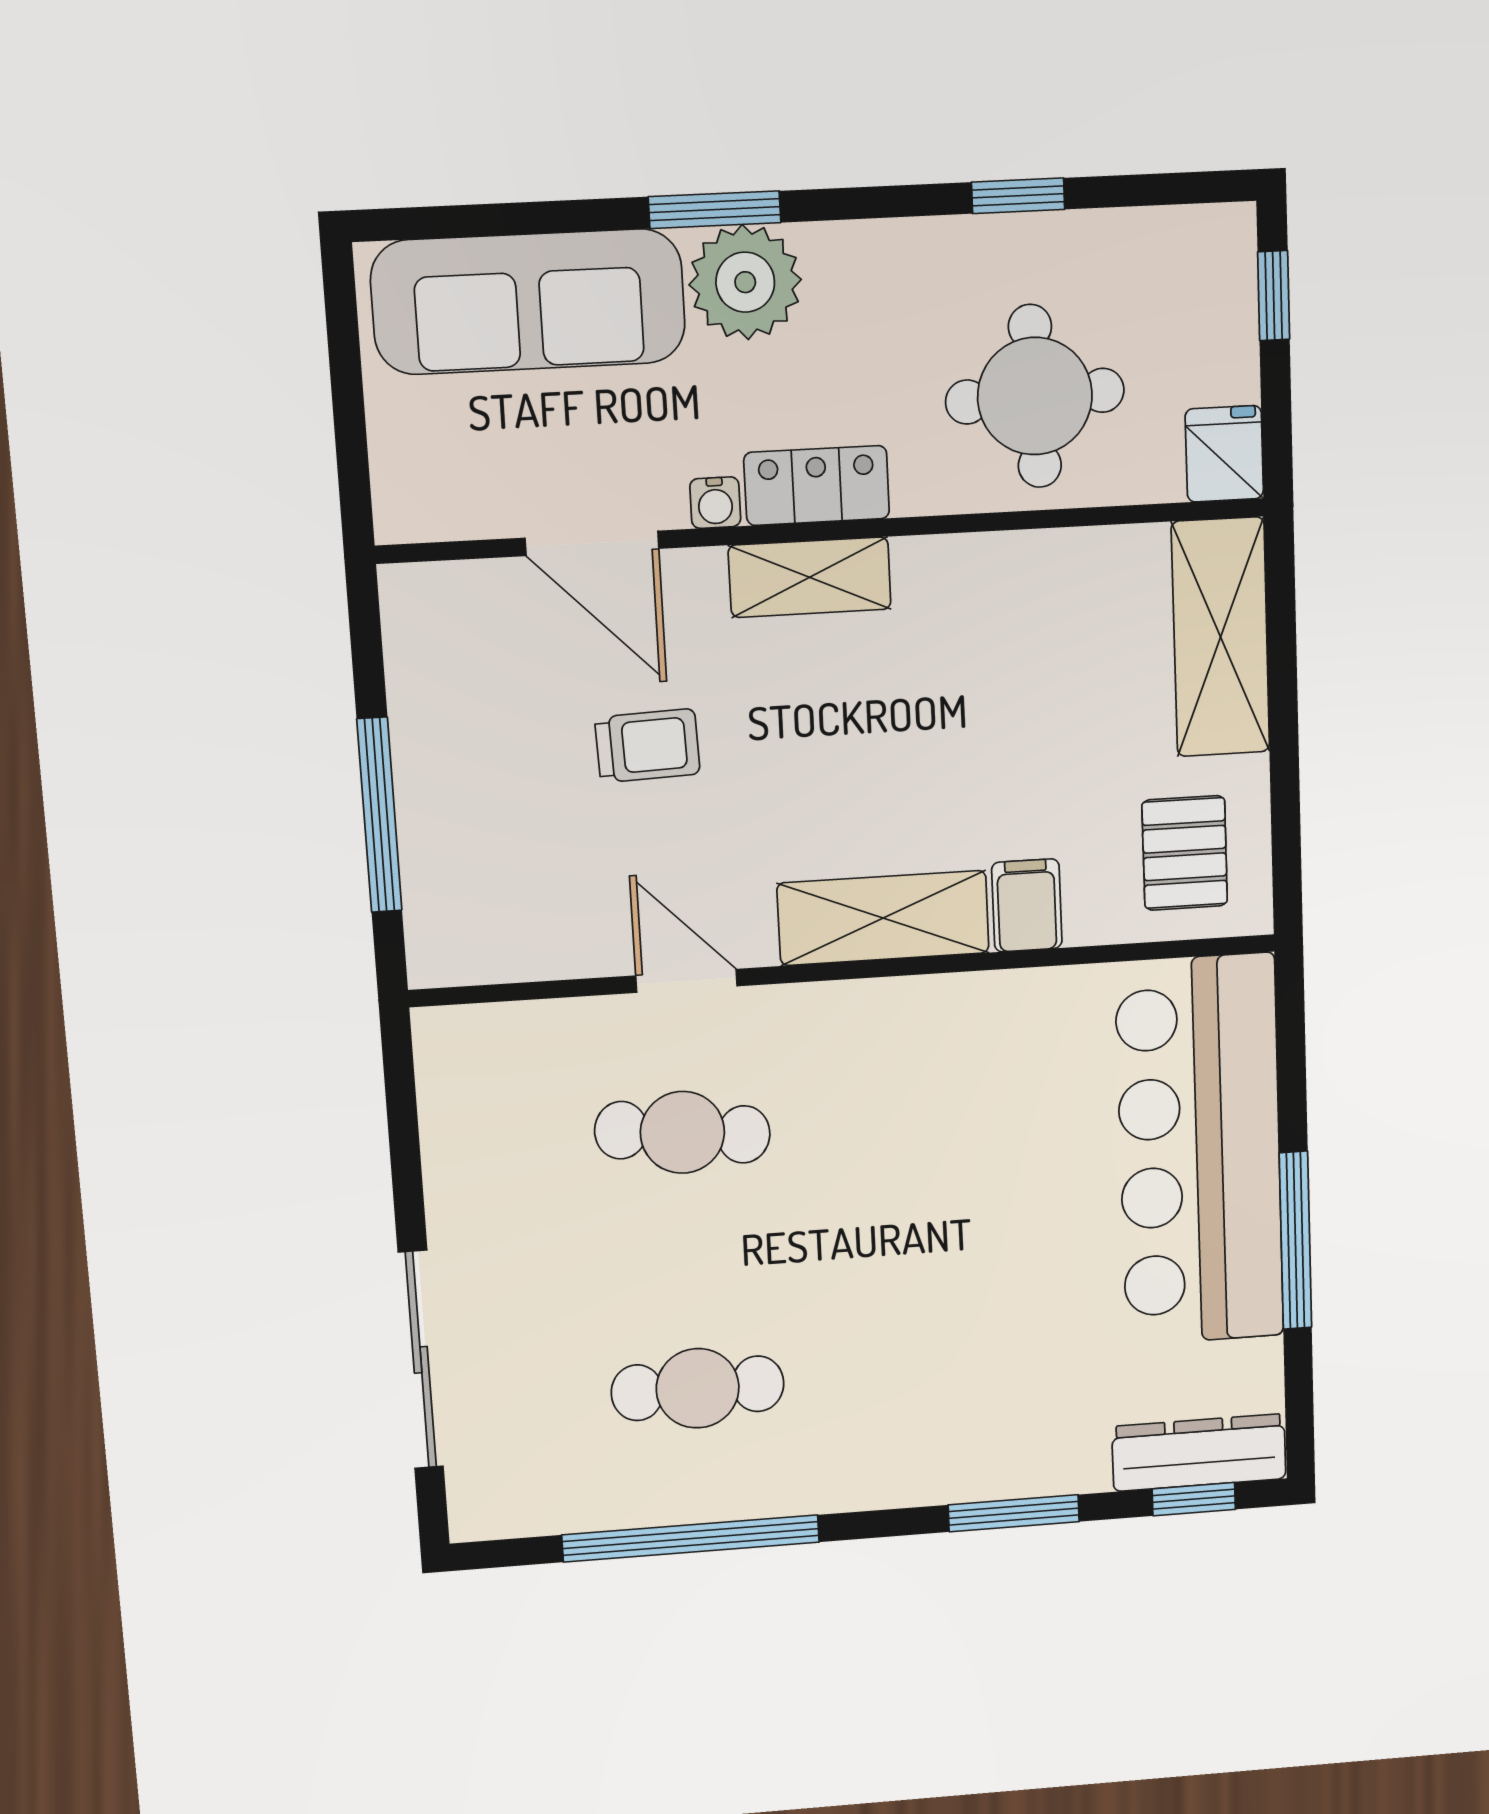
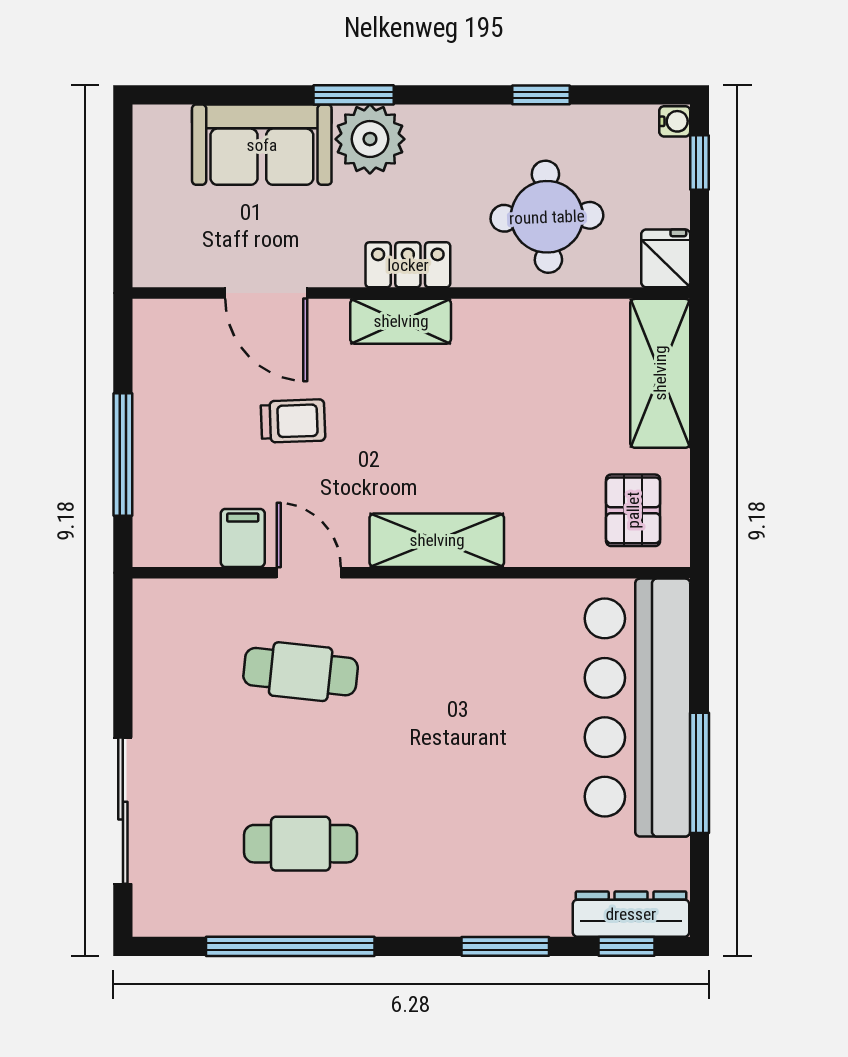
sofa: (528, 302) -> (262, 145), width x0.73
water cooler: (715, 503) -> (675, 121), moved, turned -90
filing cabinet: (1027, 905) -> (243, 538), moved

